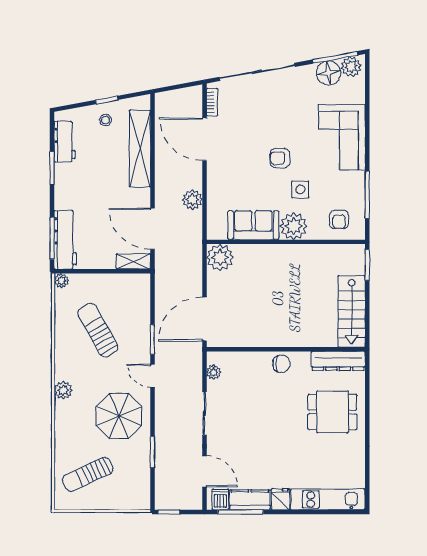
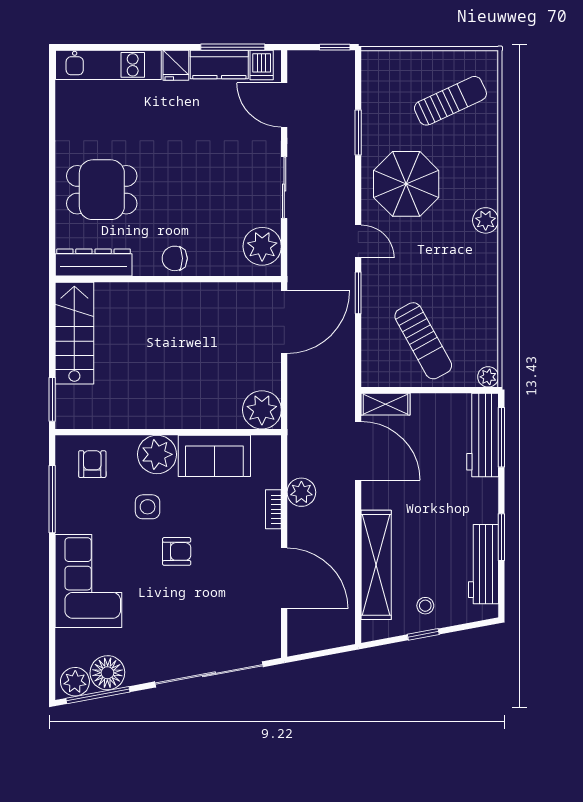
bookcase: (212, 102) -> (273, 509), moved
workbench: (65, 142) -> (483, 564), width x1.38
sun lounger: (98, 330) -> (423, 341), moved
plant: (214, 372) -> (262, 246), width x1.87, depth x1.87

